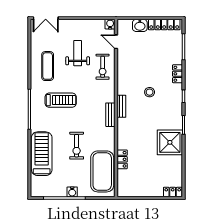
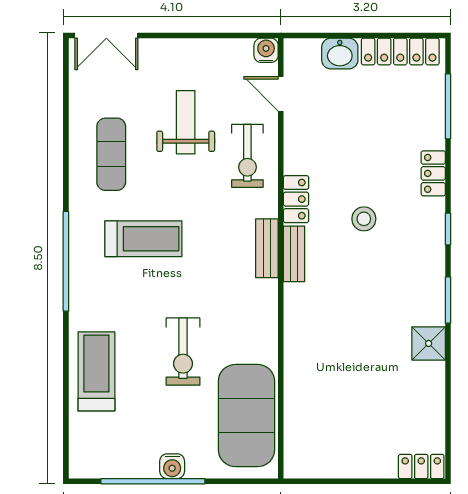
bench: (110, 115) -> (267, 248), moved
shower: (170, 142) -> (429, 343), width x0.54, depth x0.54
treadmill: (42, 154) -> (96, 371), width x0.73, depth x0.73
locker: (122, 159) -> (296, 199), moved

